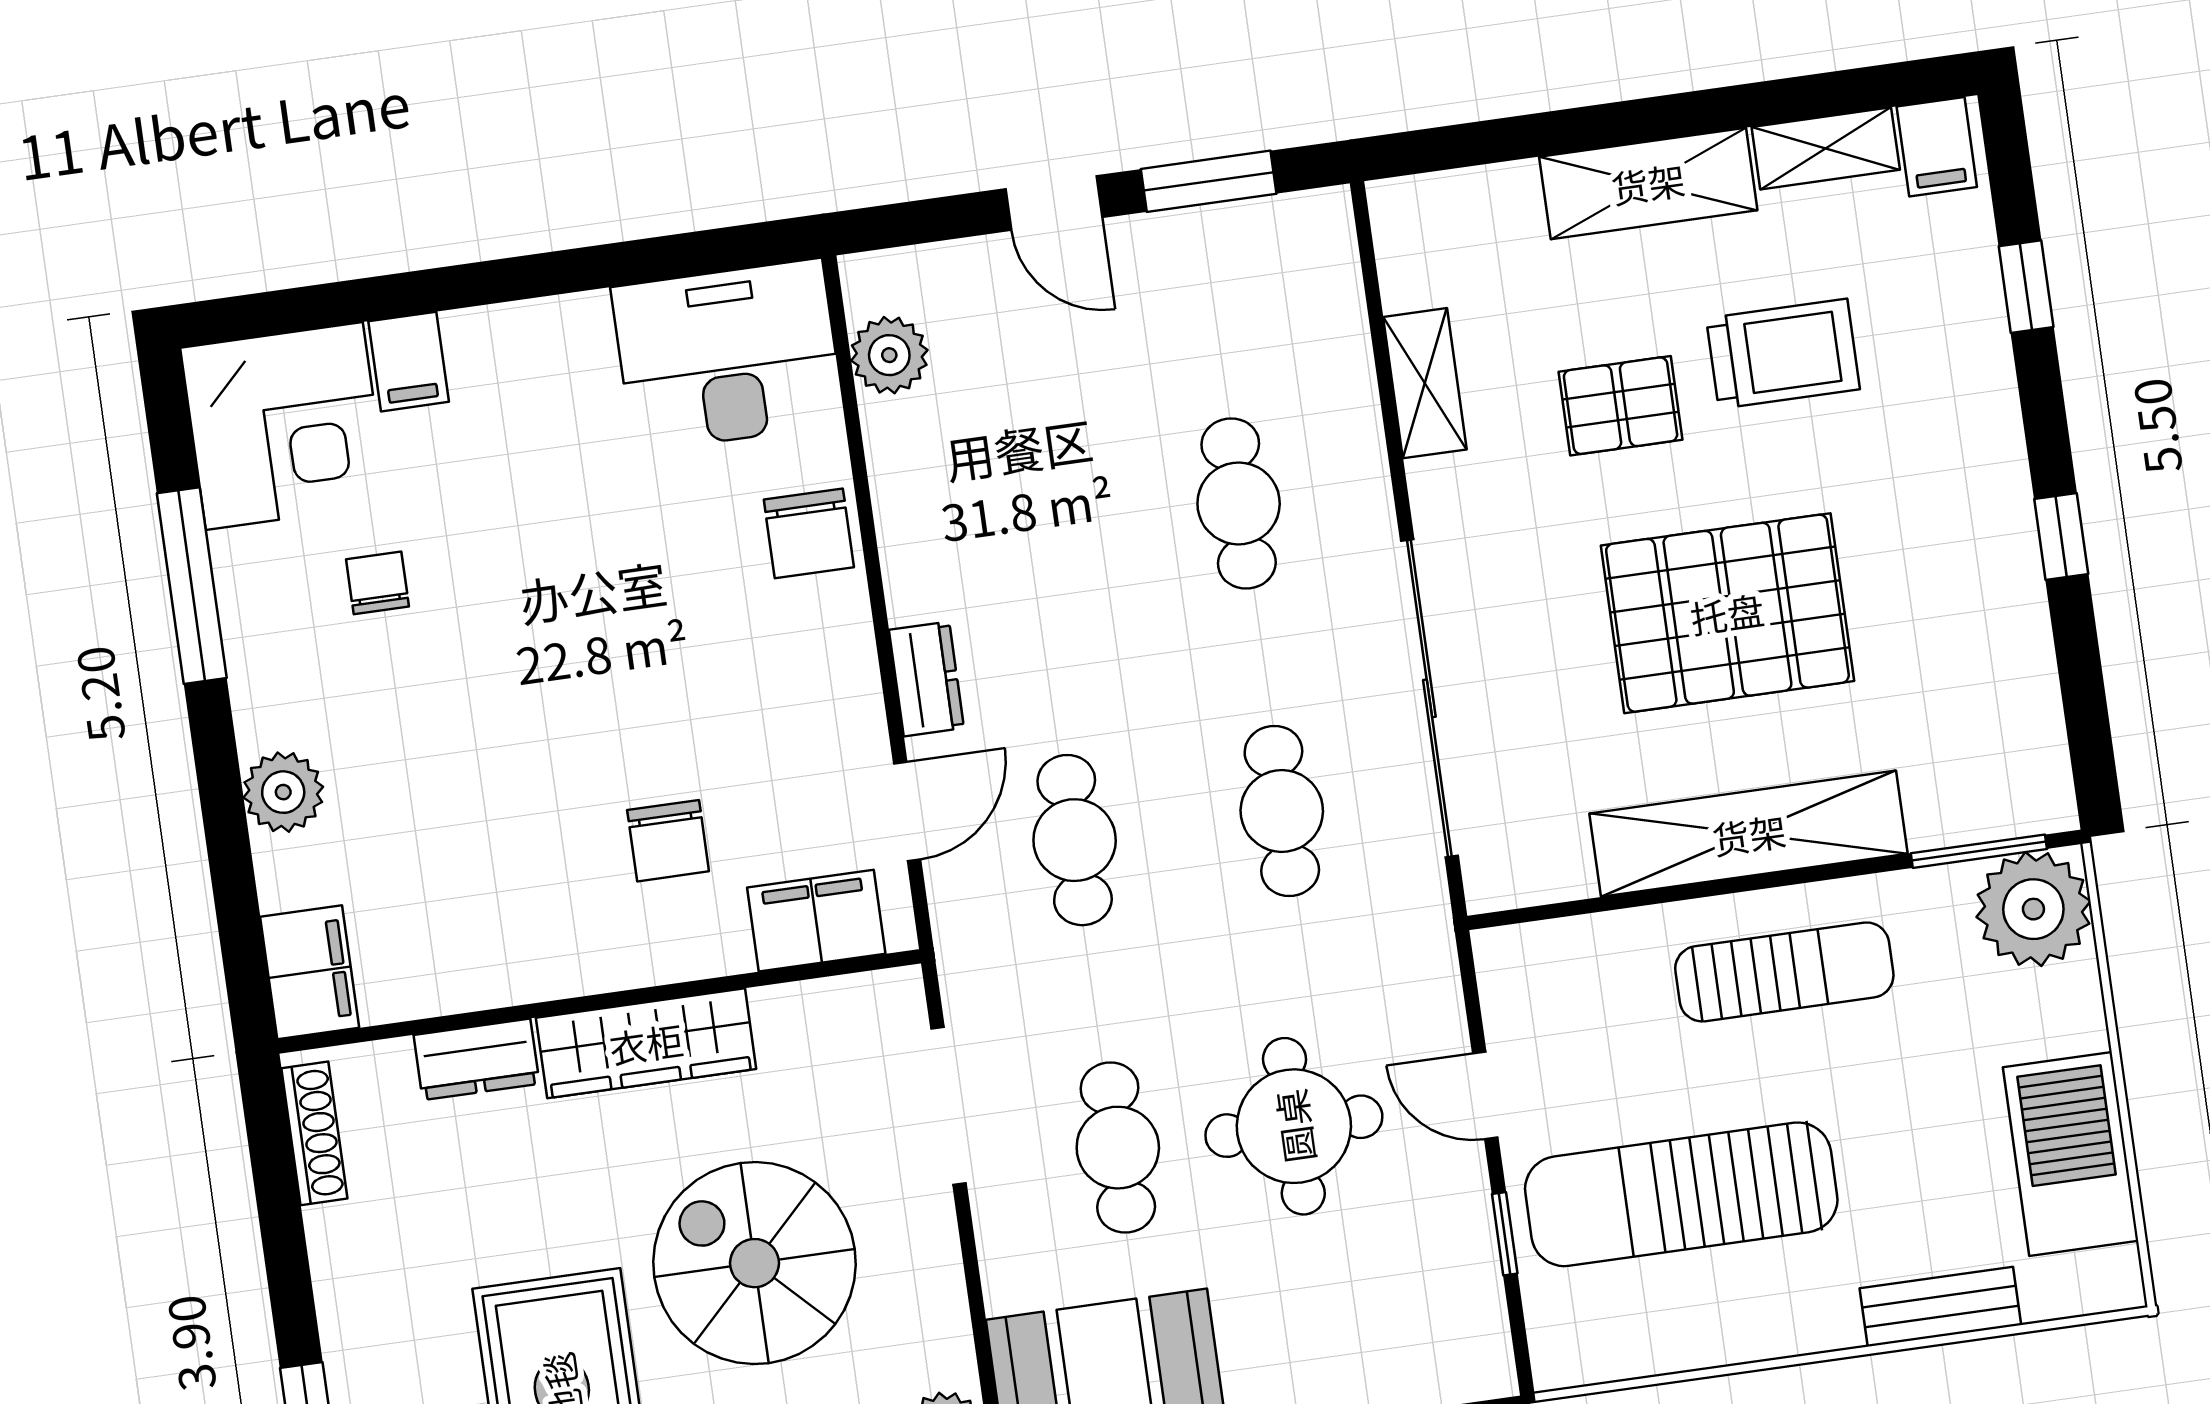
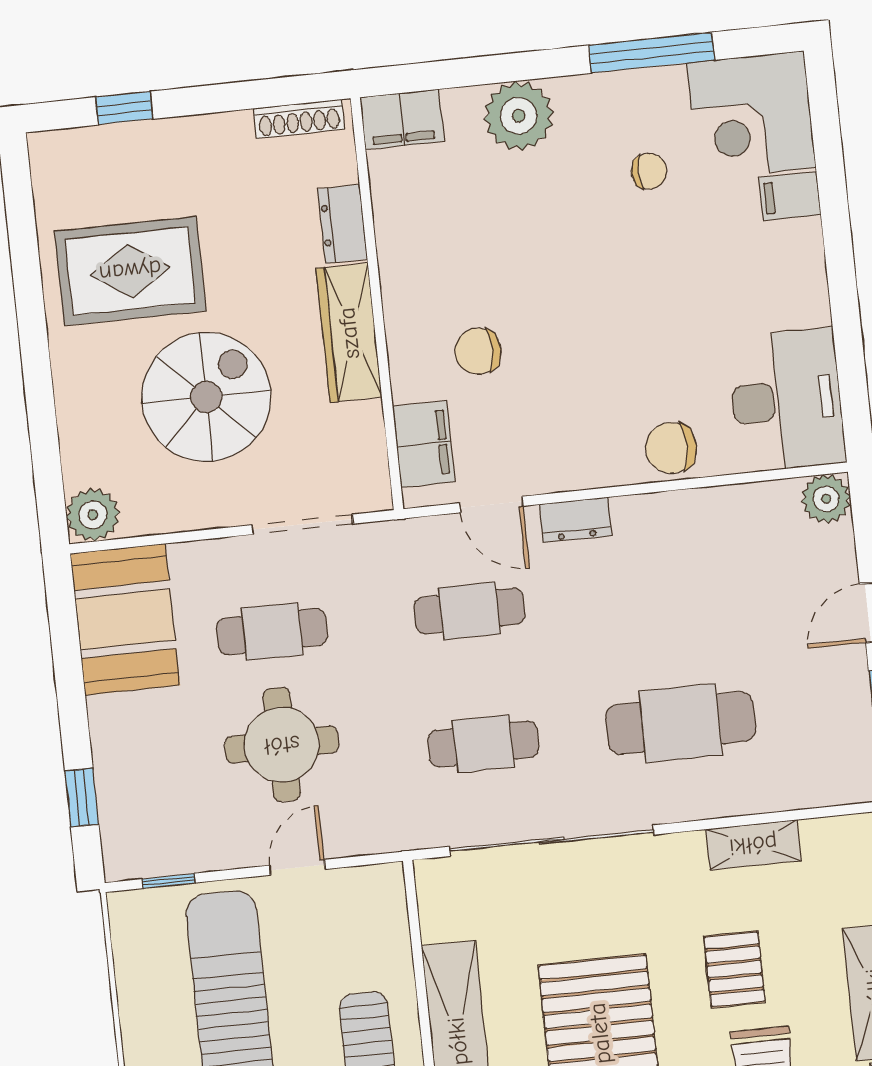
plant: (889, 355) -> (826, 499), moved
cafe table: (1239, 503) -> (681, 723), width x1.37, depth x1.35
plant: (283, 792) -> (519, 116), width x1.36, depth x1.36
window: (1505, 1234) -> (169, 881), moved

